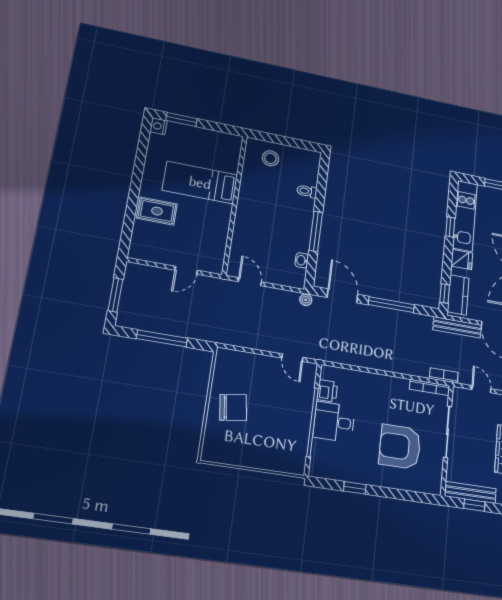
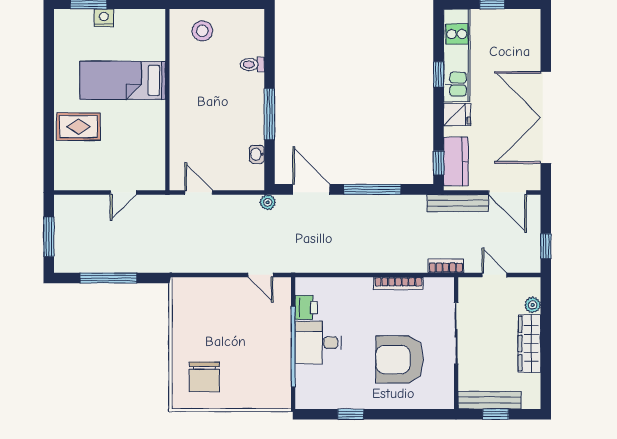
nightstand: (159, 126) -> (104, 18), moved, turned 90
bookcase: (430, 387) -> (398, 283), moved
chair: (233, 407) -> (204, 377), moved, turned 98

